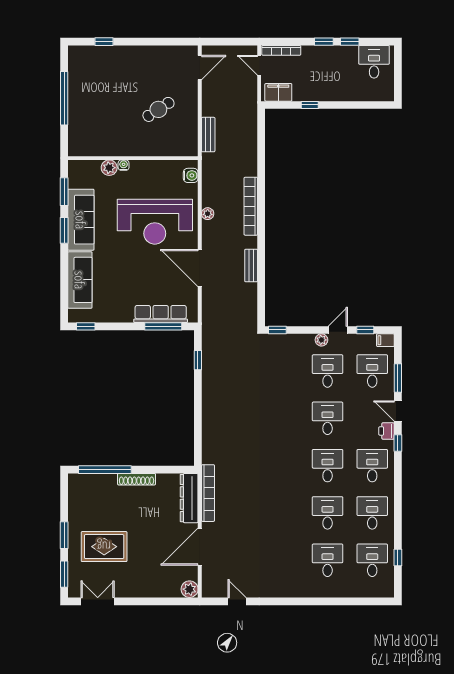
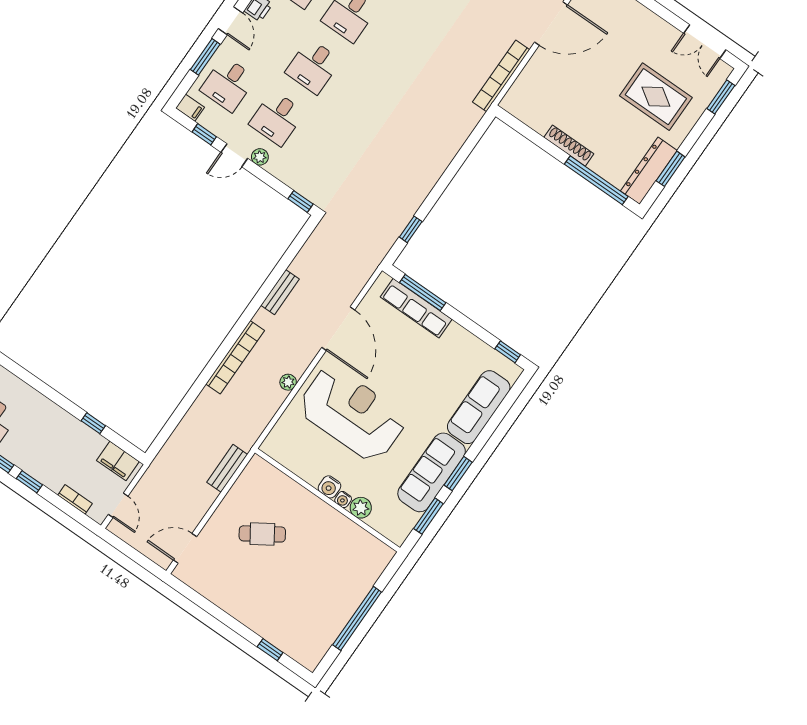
bookcase: (281, 50) -> (75, 499), width x0.64
water cooler: (191, 175) -> (329, 487), moved, turned -90
dresser: (189, 498) -> (649, 171), moved, turned 180
window: (64, 535) -> (671, 169), moved

